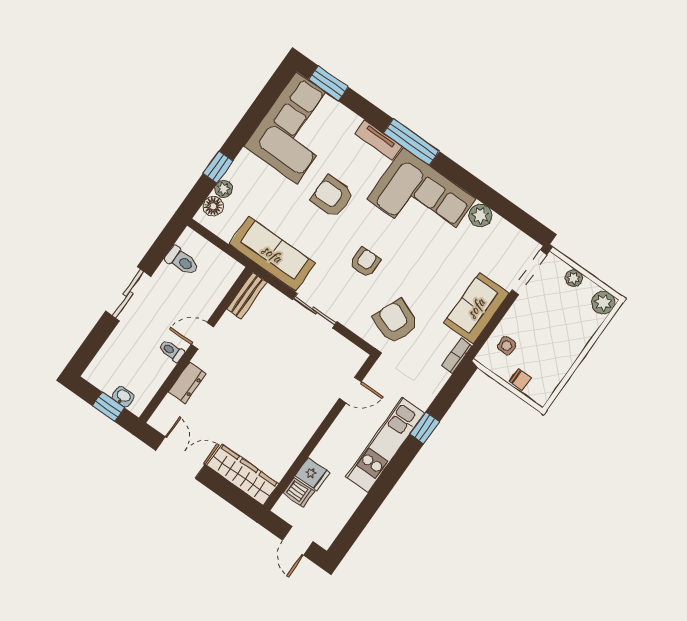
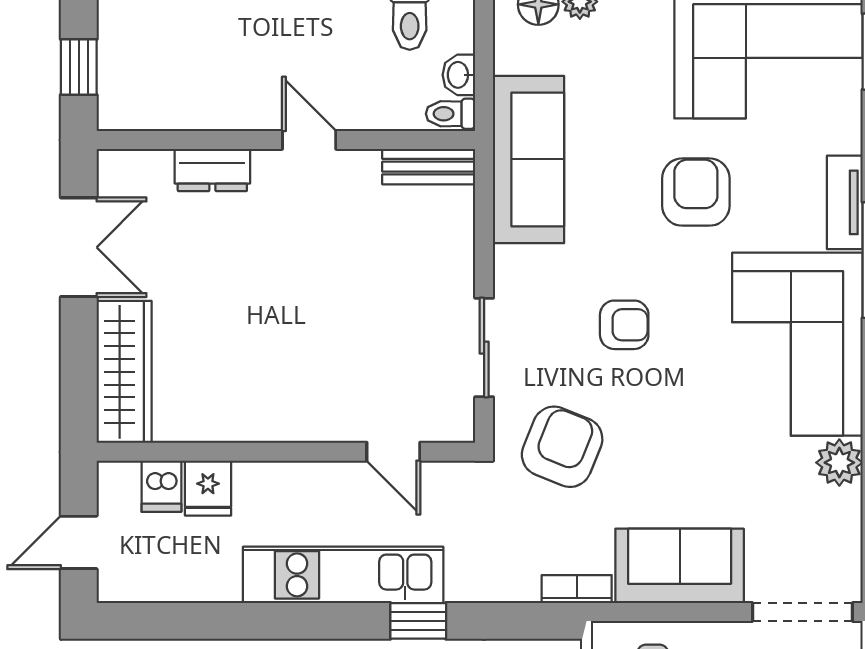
sliding door: (315, 311) -> (484, 348), moved
toilet: (172, 351) -> (450, 114), moved, turned -90
washbasin: (123, 397) -> (459, 75), moved, turned 180

